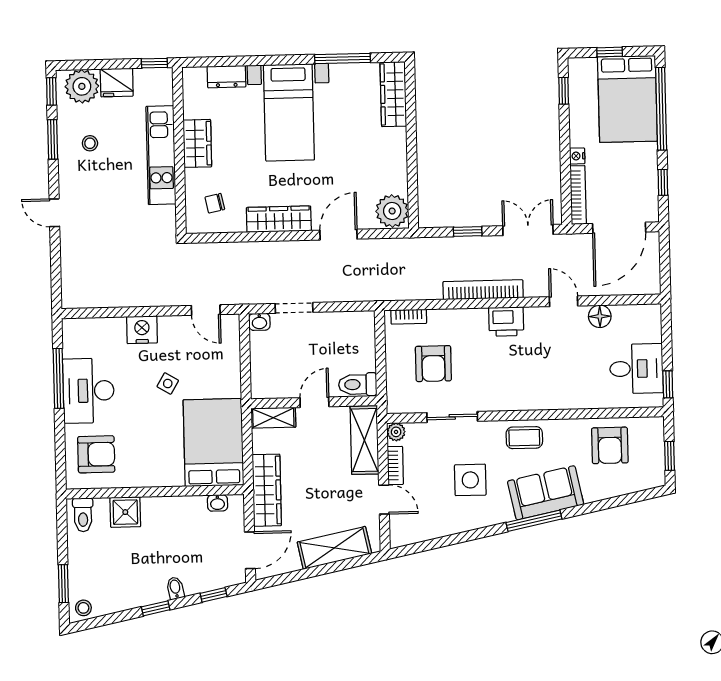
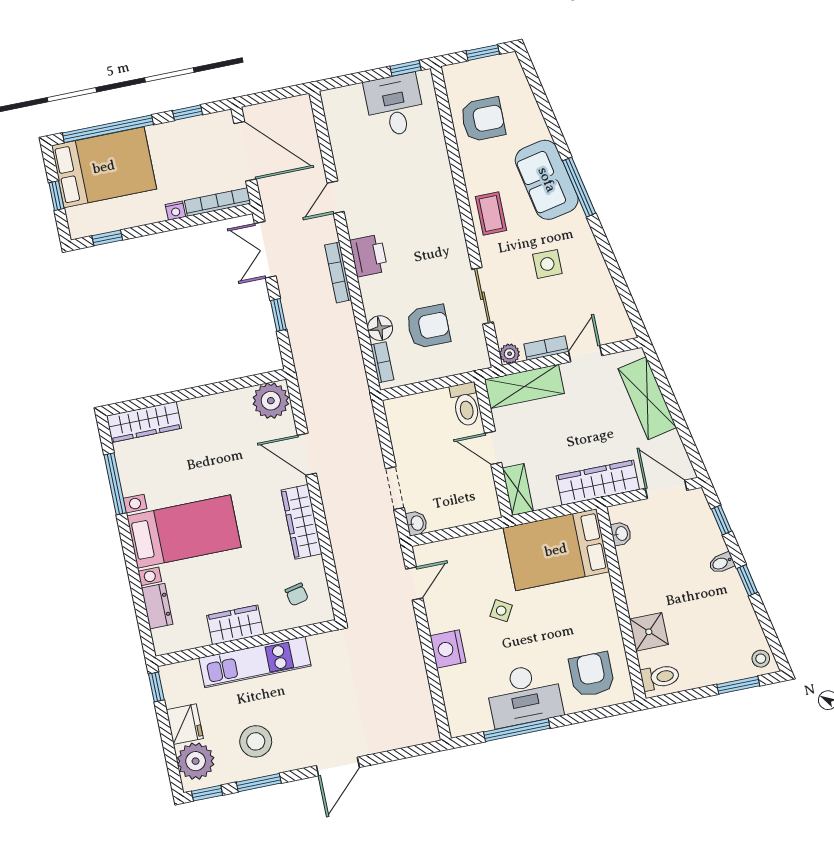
stool: (90, 143) -> (256, 741), width x1.89, depth x1.89
door: (54, 213) -> (338, 767), width x1.37
bookcase: (483, 290) -> (338, 272), width x0.68, depth x0.76
floor lamp: (600, 316) -> (380, 328), moved
side table: (470, 480) -> (547, 264), width x0.73, depth x0.73

